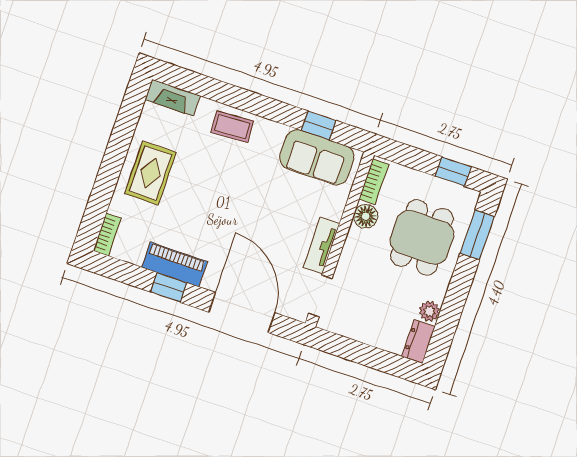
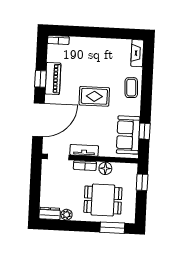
window: (453, 171) -> (142, 182), moved
rug: (150, 173) -> (94, 96), moved
bookcase: (374, 182) -> (85, 166), moved

